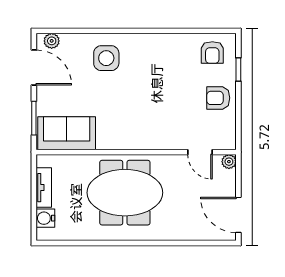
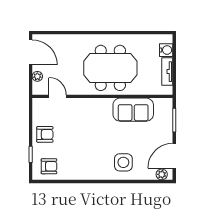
armchair: (212, 53) -> (49, 166), turned 90
door: (34, 68) -> (174, 156), hinge flipped
sofa: (67, 133) -> (133, 110), moved
plant: (229, 162) -> (37, 76), moved

